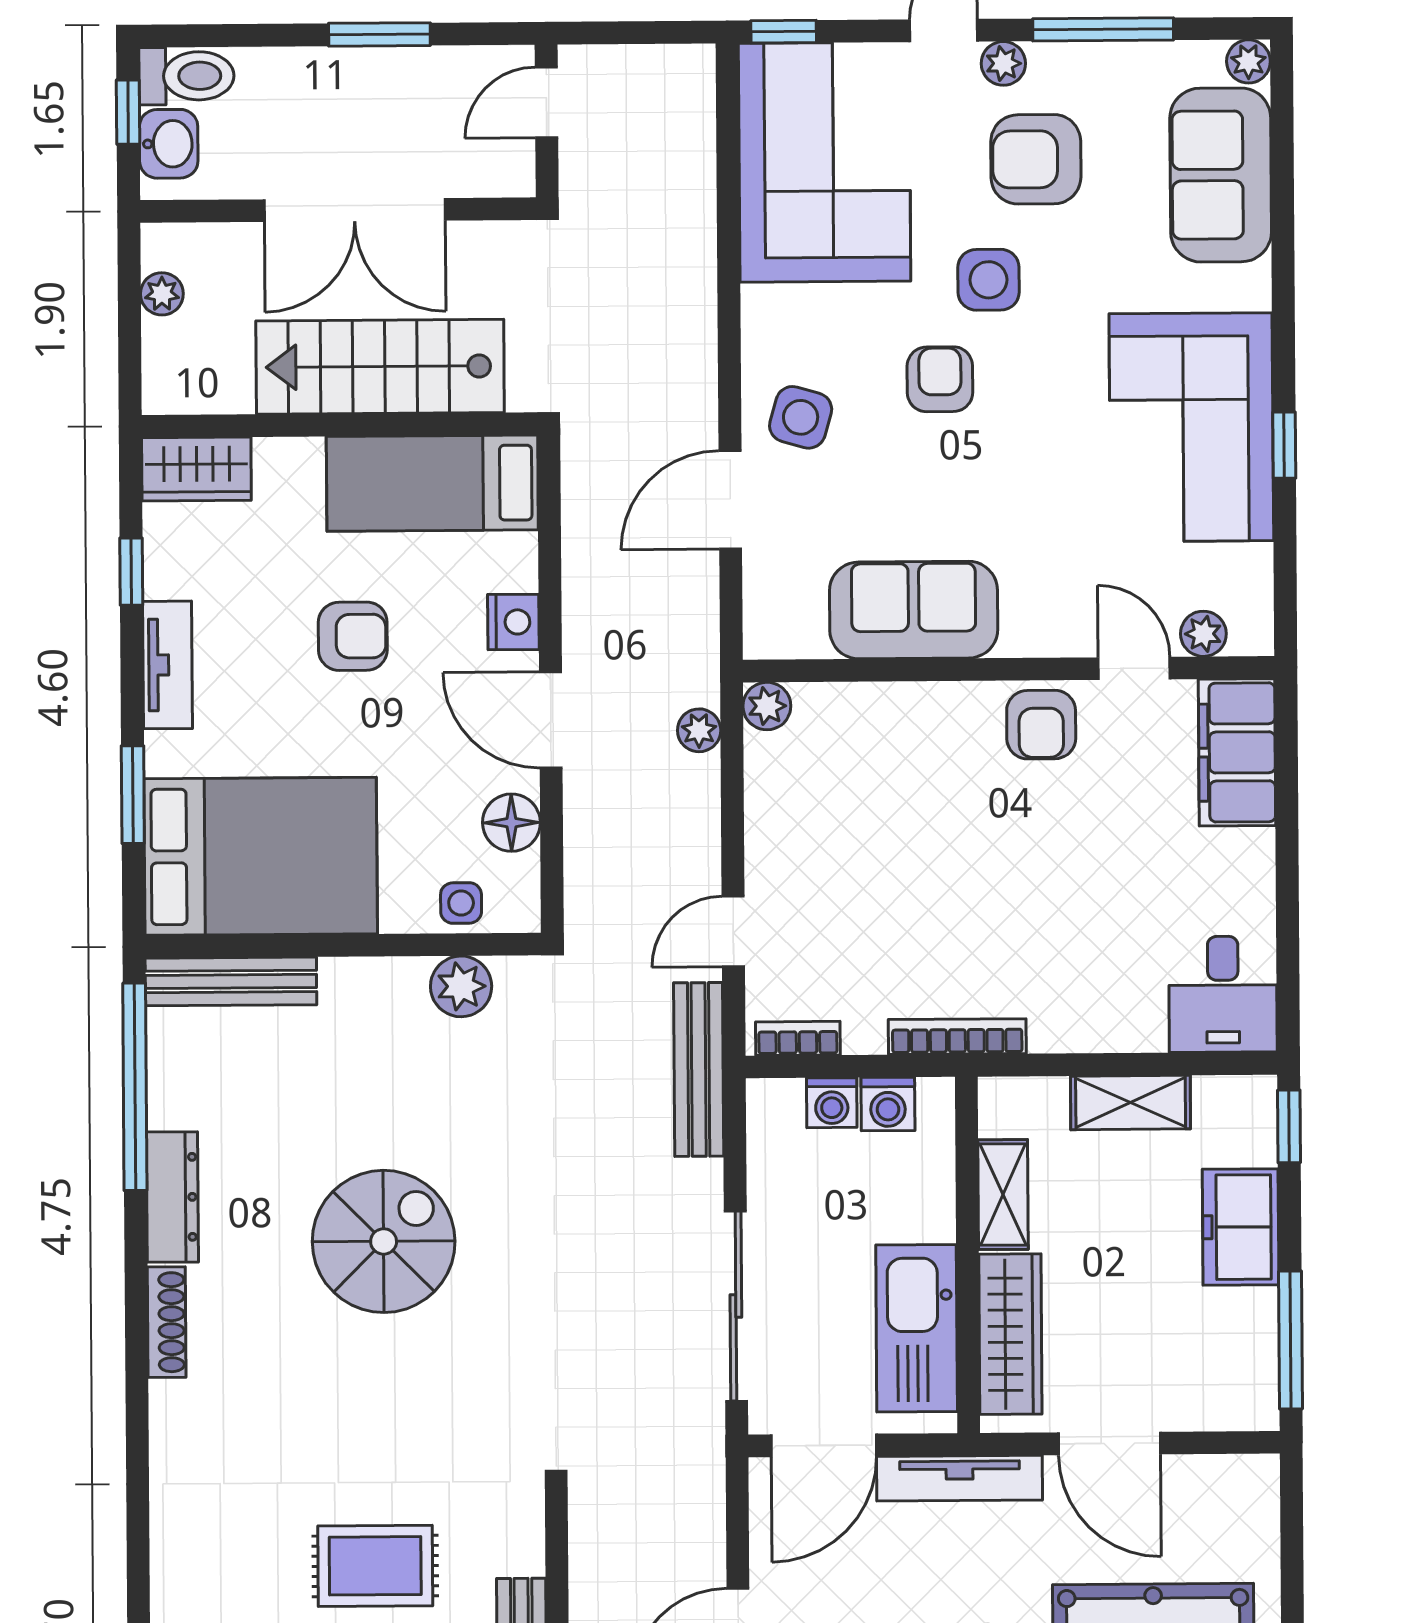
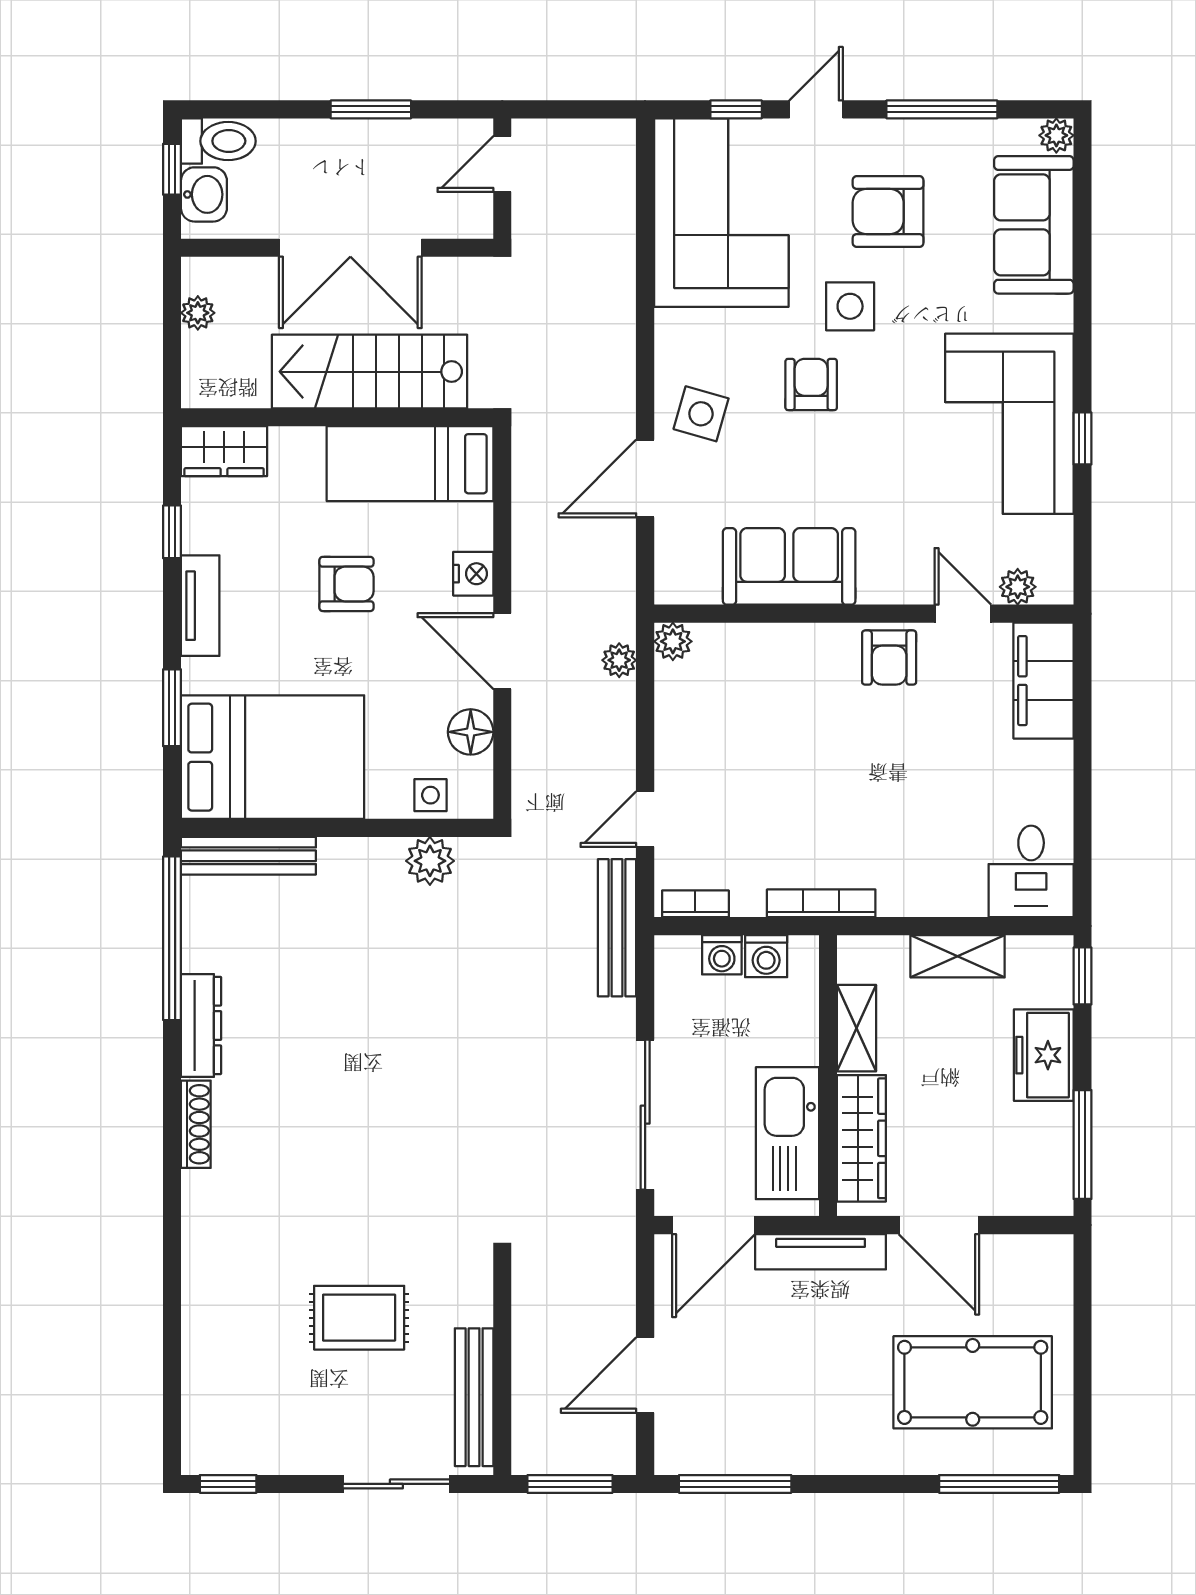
window: (784, 32) -> (736, 109), moved
plant: (1003, 63) -> (863, 136), removed
spiral stairs: (384, 1241) -> (367, 1062), removed

